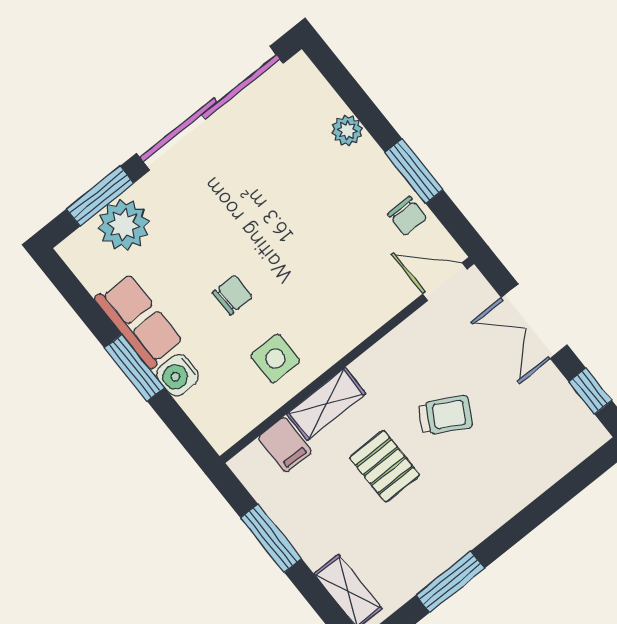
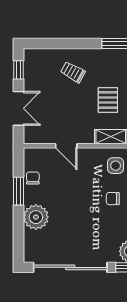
plant: (347, 130) -> (36, 217), width x1.87, depth x1.87
door: (445, 281) -> (66, 146), moved
trolley: (446, 415) -> (73, 72), moved

